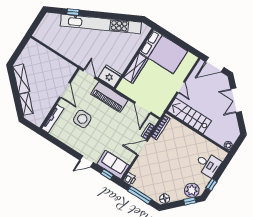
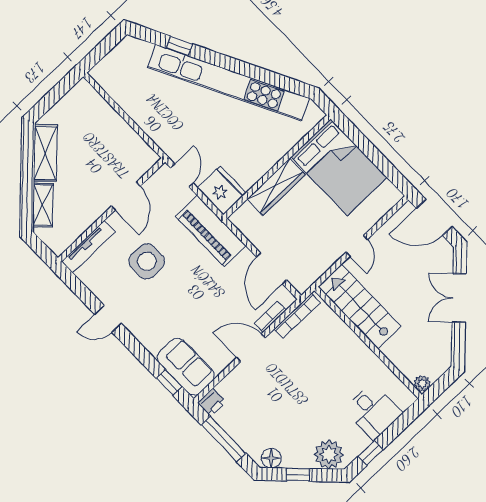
door: (87, 161) -> (108, 319), moved
window: (190, 201) -> (298, 475), moved

